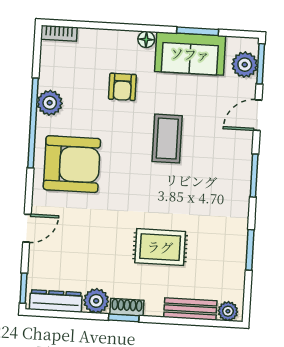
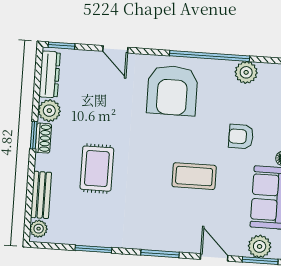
plant: (50, 103) -> (246, 72), moved

